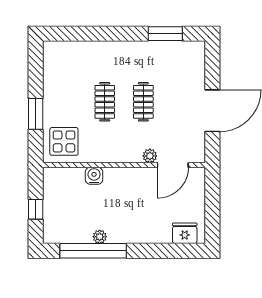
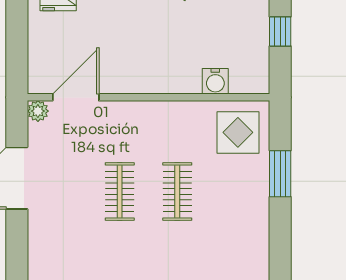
plant: (150, 156) -> (38, 111), moved
water cooler: (94, 176) -> (215, 81), moved

